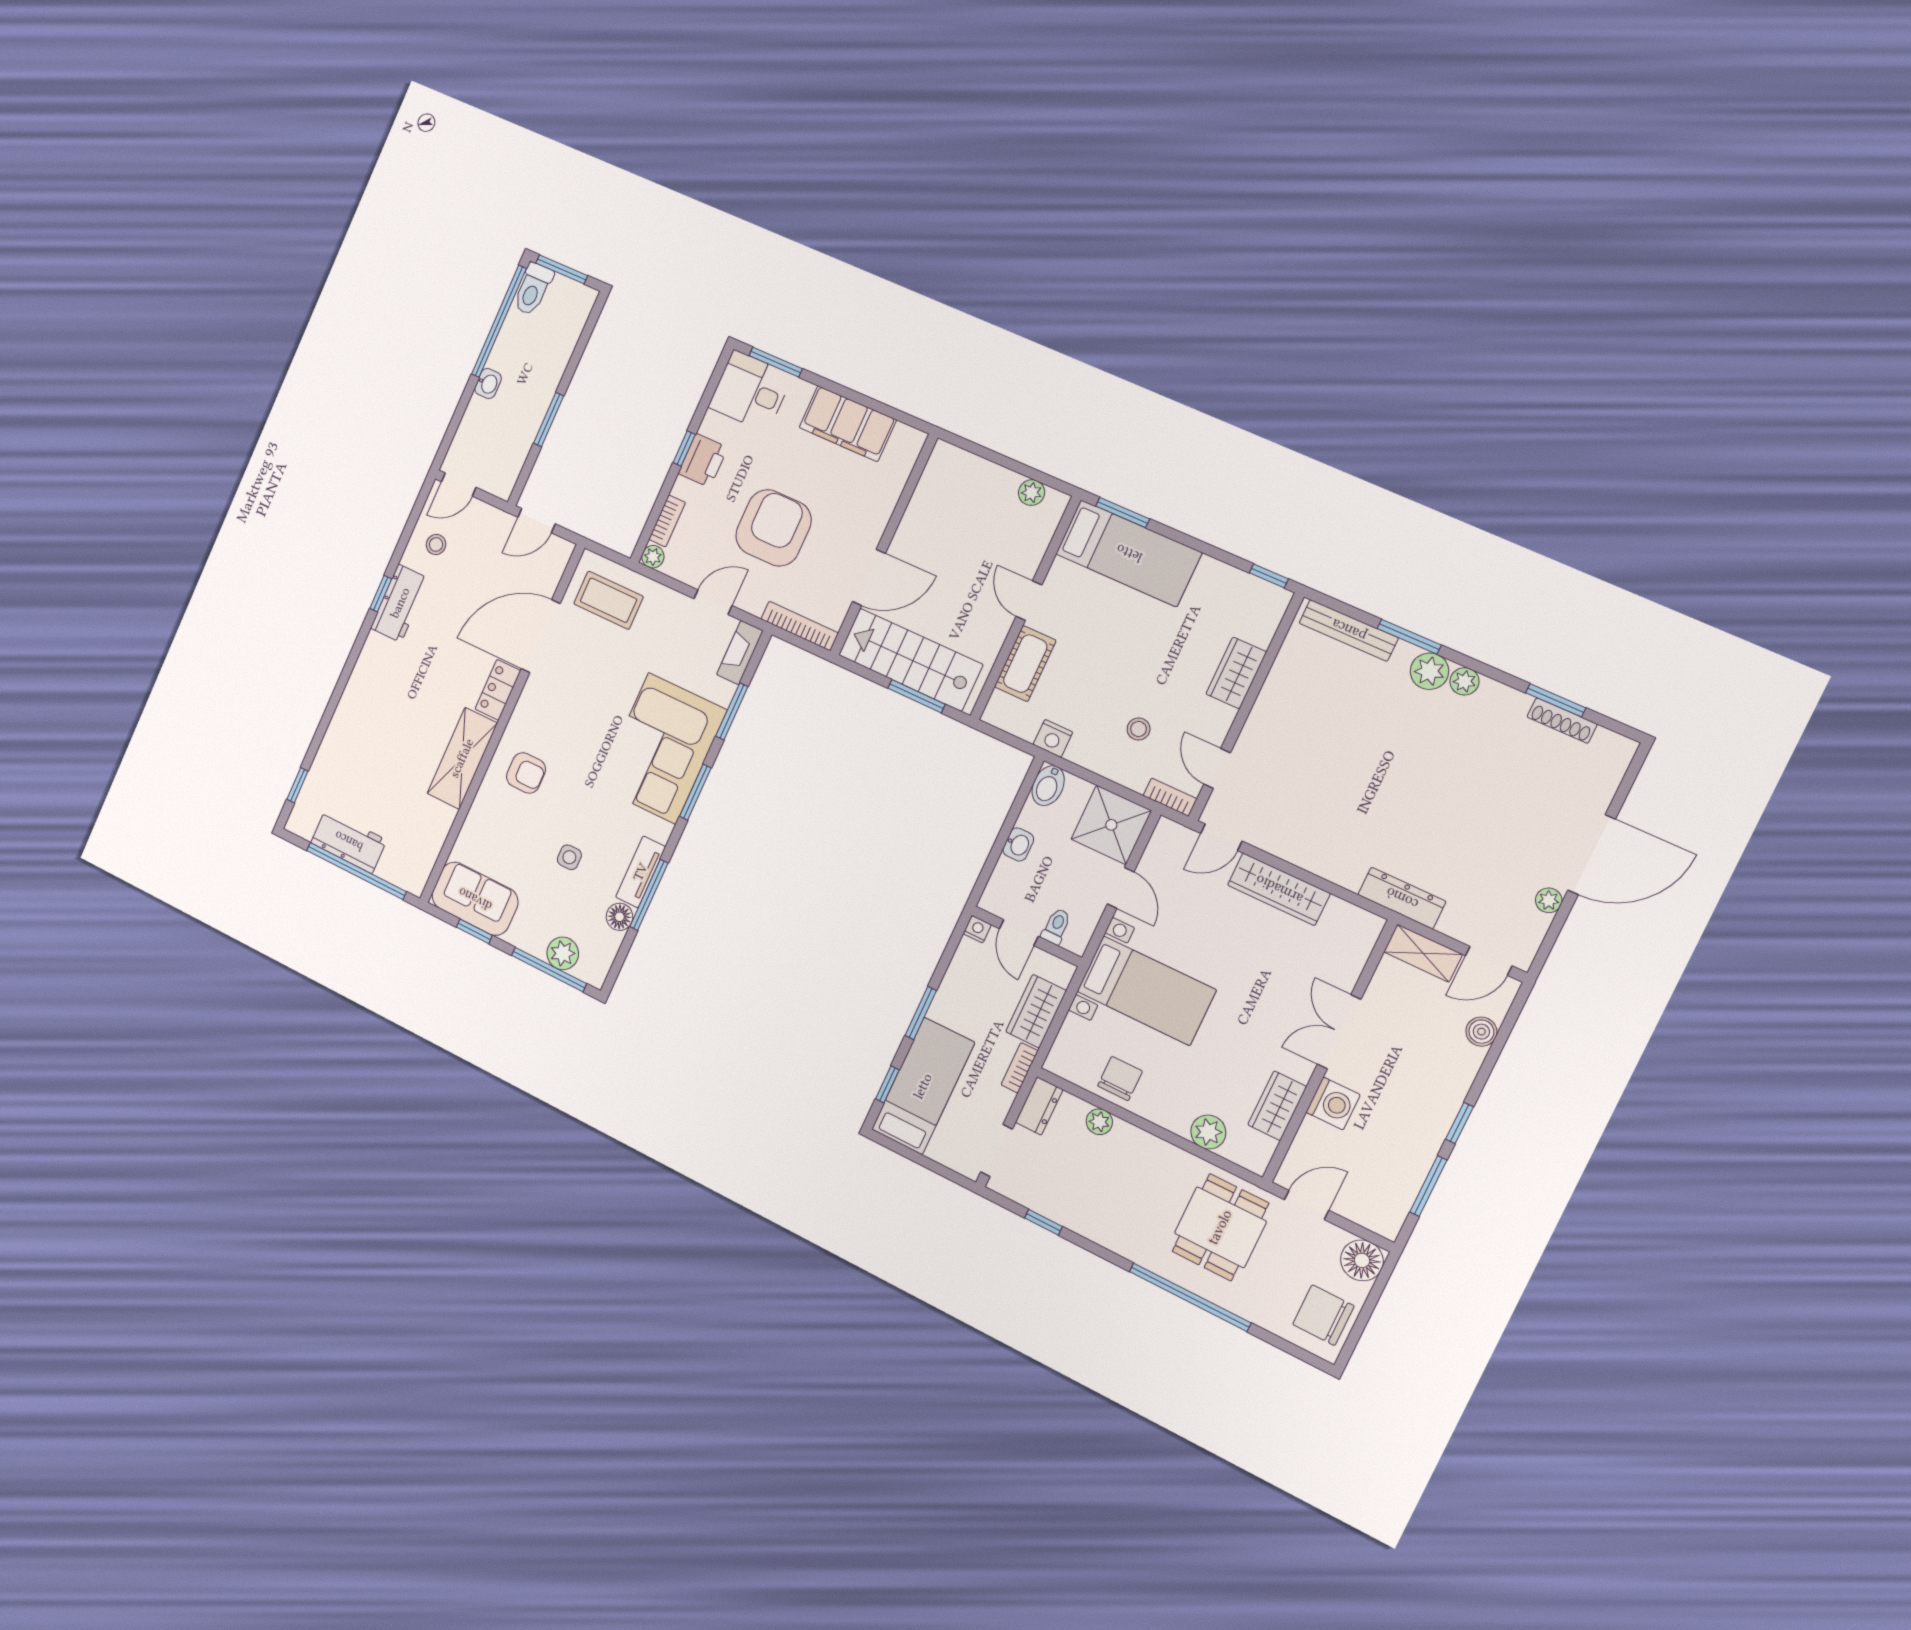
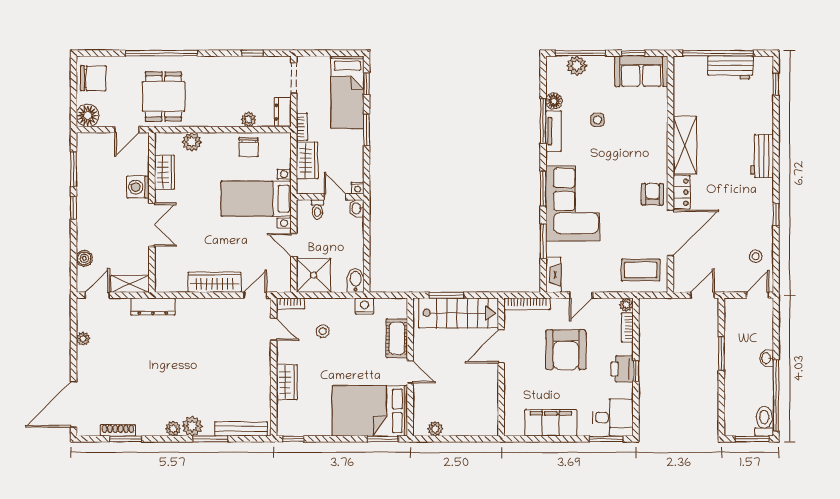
bed: (1129, 553) -> (370, 411), width x1.50
workbench: (400, 603) -> (762, 156), moved
armchair: (526, 773) -> (652, 194), moved, turned 90
washbasin: (1018, 844) -> (357, 208), moved
door: (1592, 855) -> (74, 405), moved

